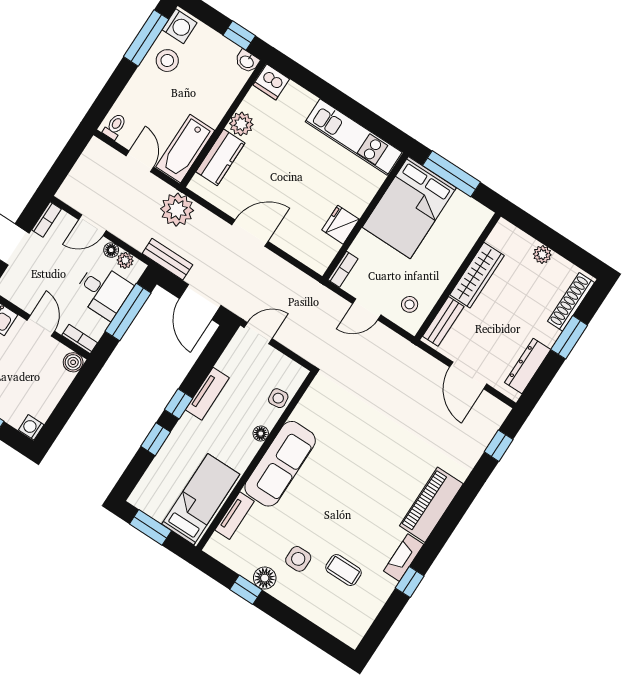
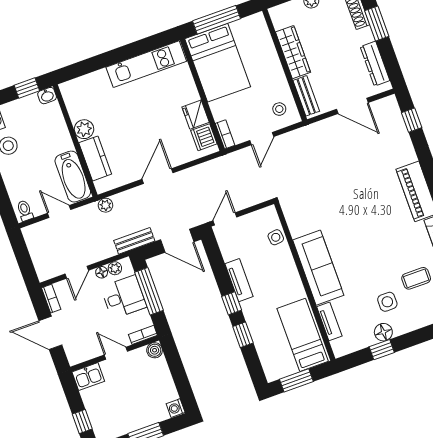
dishwasher: (271, 82) -> (204, 137), moved, turned 90
plant: (177, 210) -> (105, 205), width x0.53, depth x0.53
floor lamp: (261, 434) -> (290, 265), removed

